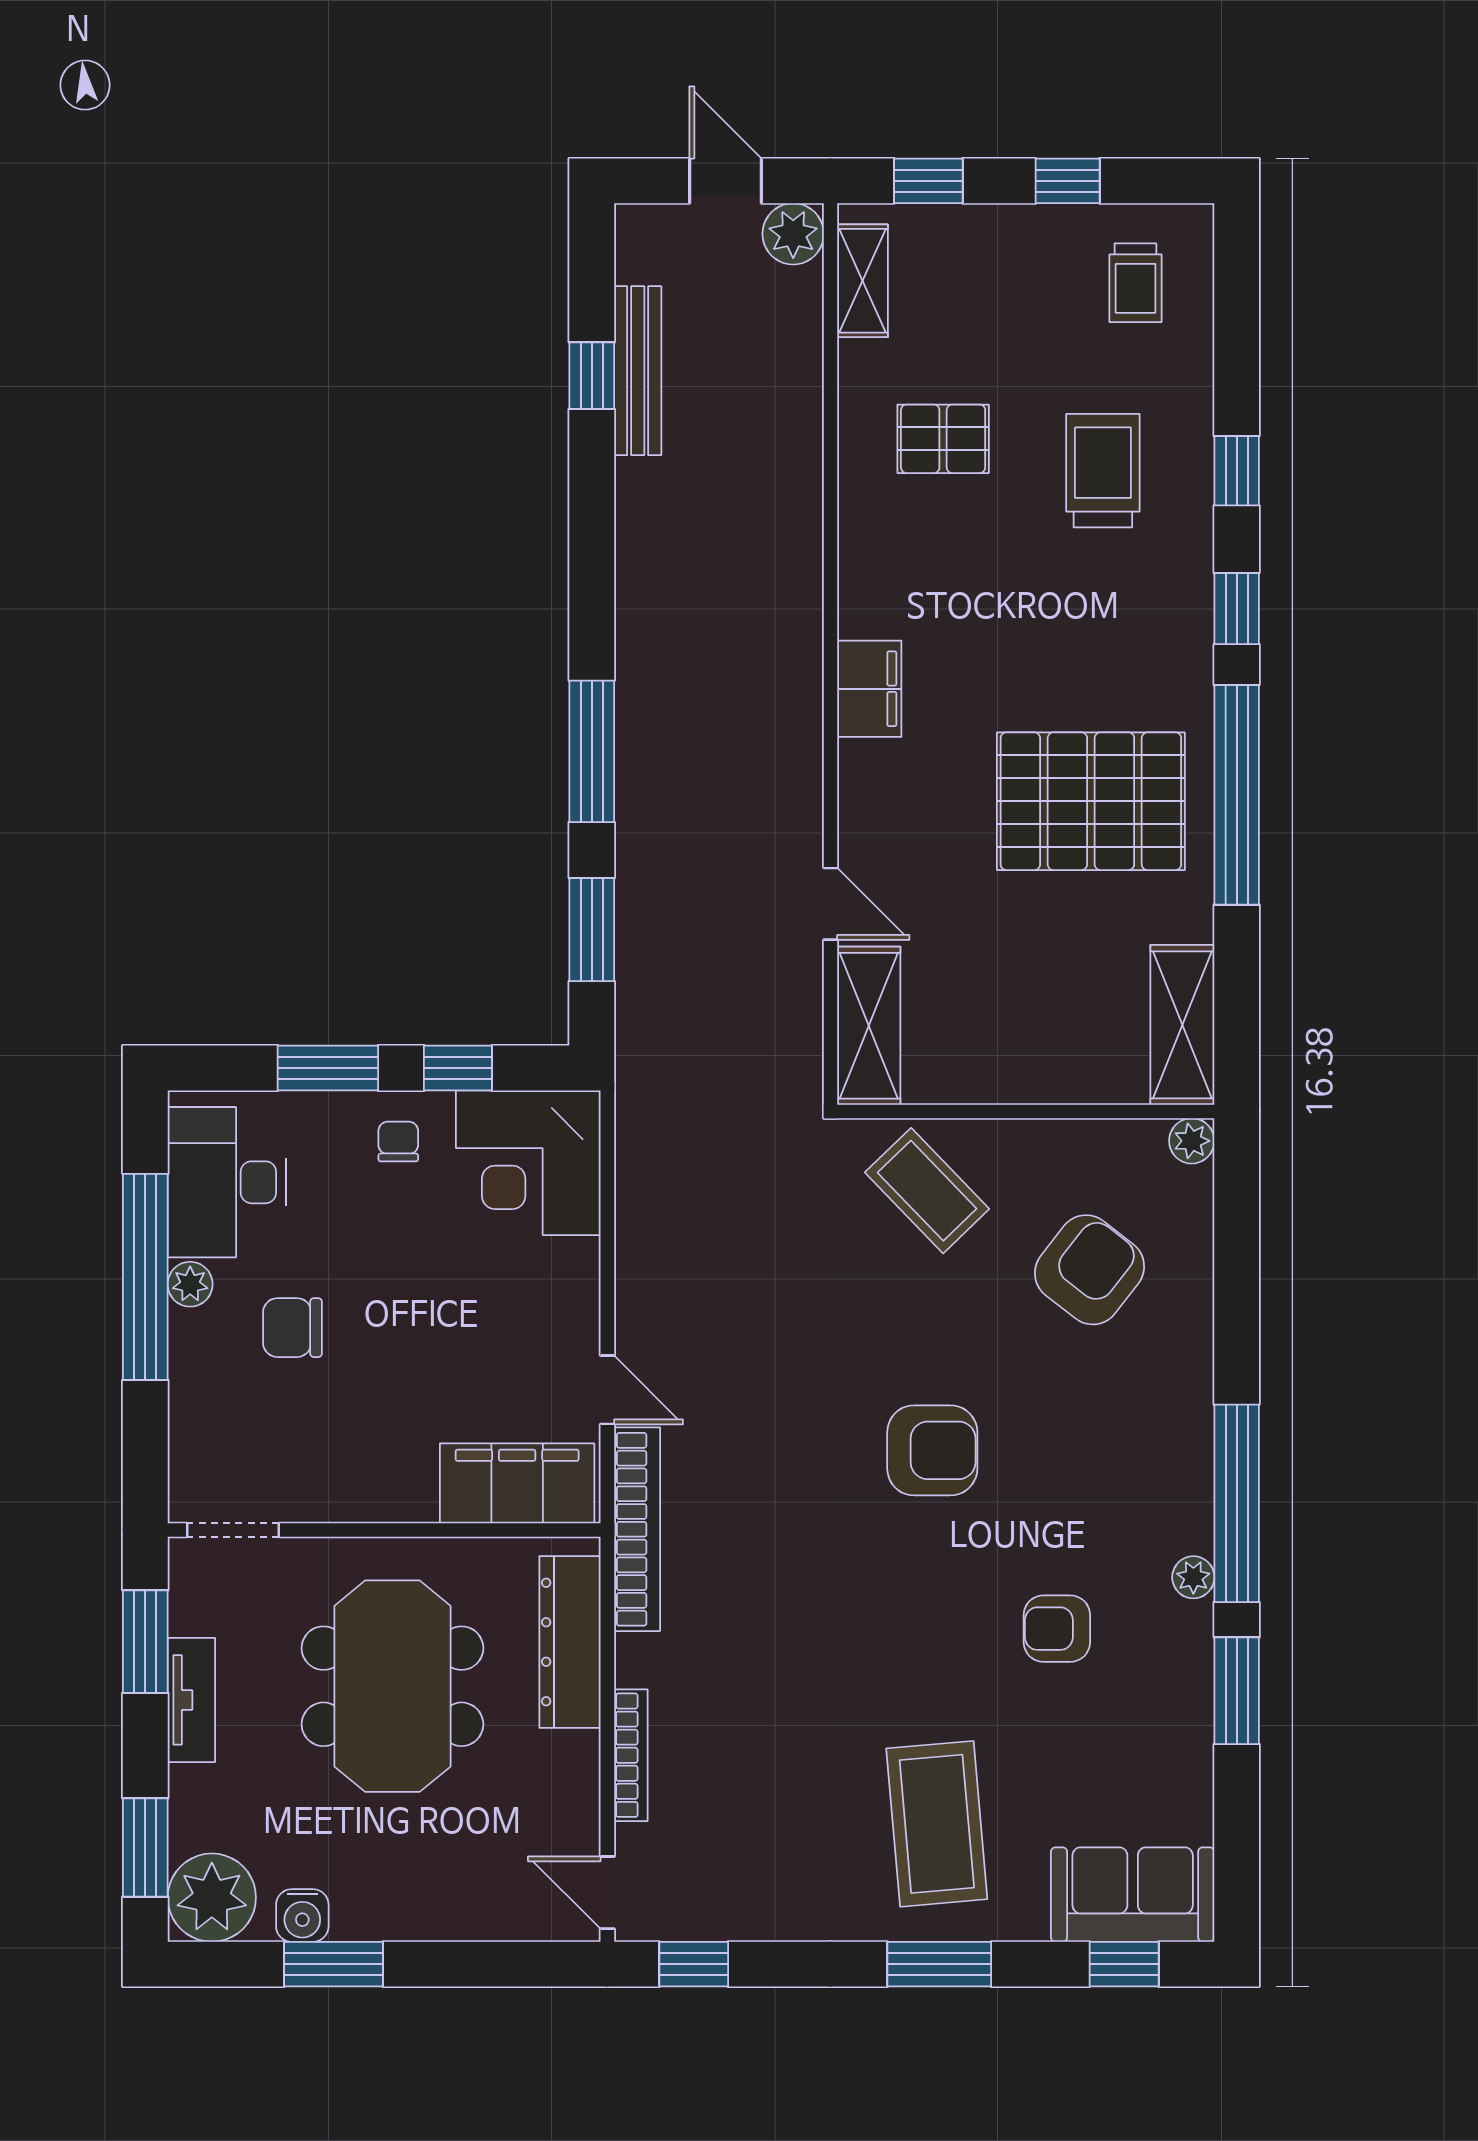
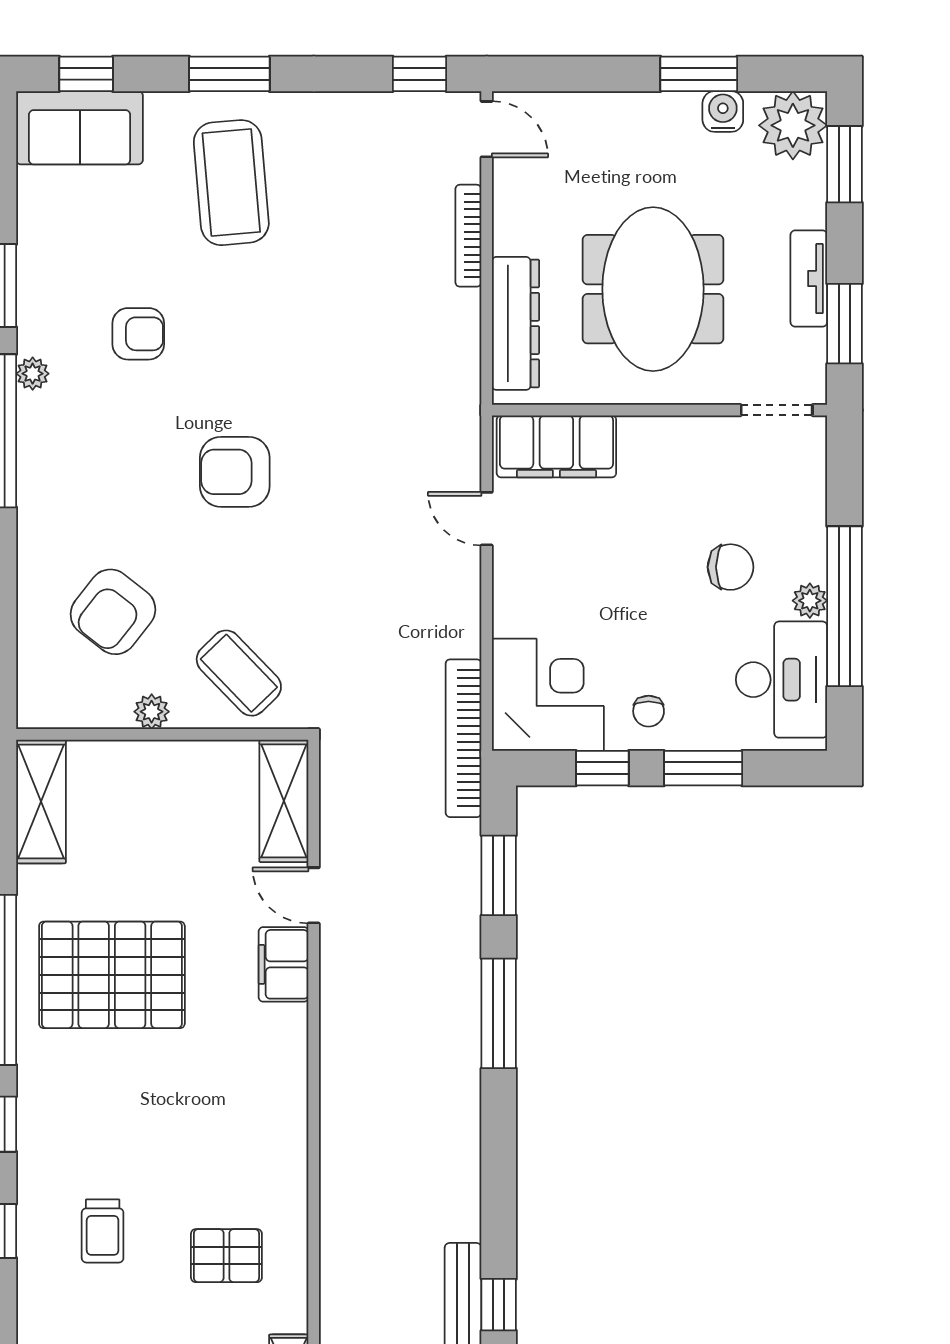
trolley: (1103, 471) -> (103, 1231), width x0.73, depth x0.72
filing cabinet: (869, 689) -> (284, 964), moved
plant: (1192, 1141) -> (152, 712), moved
bookcase: (637, 1529) -> (463, 738), moved

